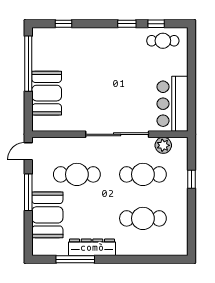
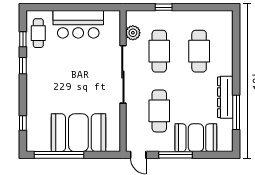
booth: (47, 93) -> (78, 133), width x1.36, depth x1.42
bar counter: (173, 104) -> (78, 24), moved

